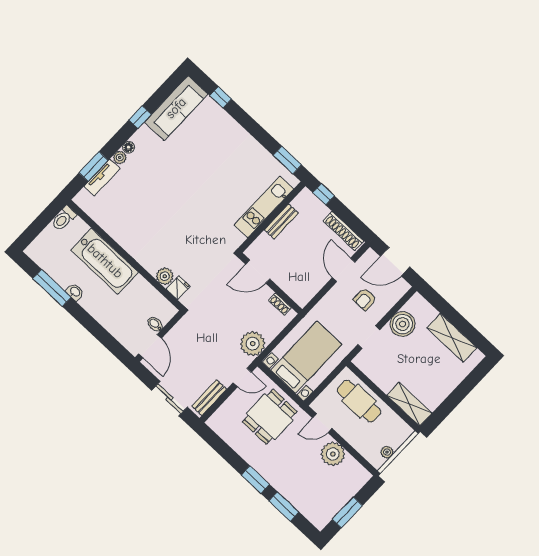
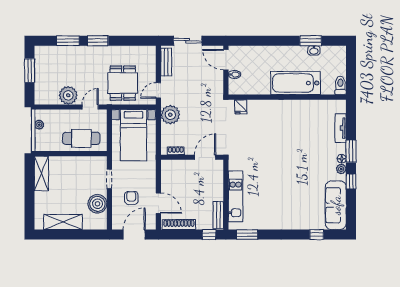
plant: (120, 158) -> (341, 169), moved
window: (94, 166) -> (351, 151), moved
bench: (281, 221) -> (218, 215), moved
plant: (165, 276) -> (254, 106), removed
window: (52, 288) -> (311, 41), width x0.69
washbasin: (75, 292) -> (314, 50), moved
shelving: (409, 404) -> (41, 173), moved, turned 90

